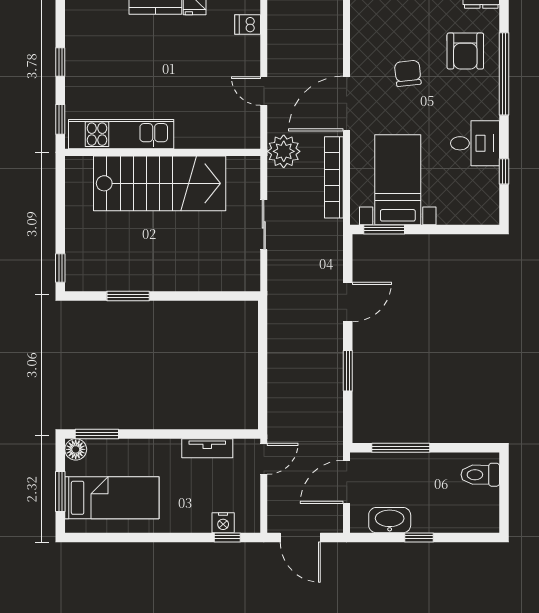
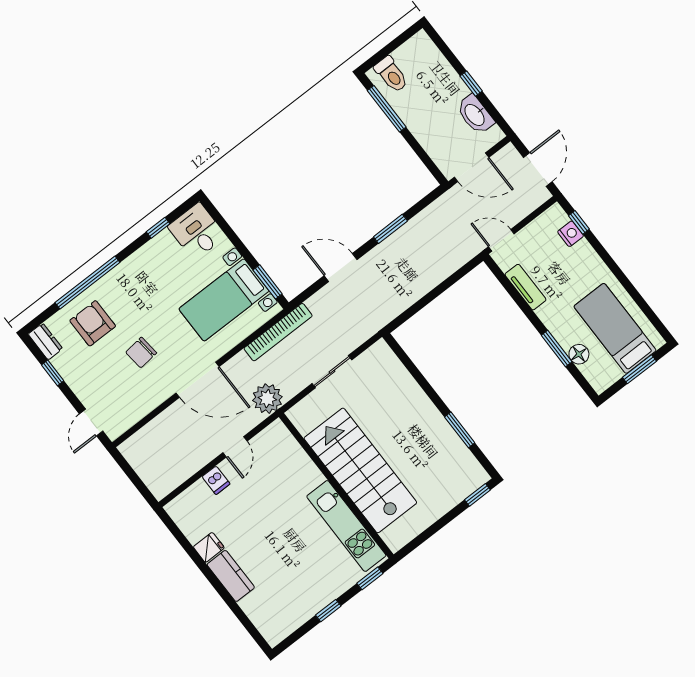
dishwasher: (248, 24) -> (216, 480), moved
armchair: (465, 51) -> (93, 323), turned -90
desk: (475, 143) -> (197, 231), moved
bookcase: (334, 177) -> (278, 332), moved
window: (97, 434) -> (557, 349), moved
window: (401, 448) -> (387, 109), moved
floor lamp: (76, 449) -> (579, 354), moved

